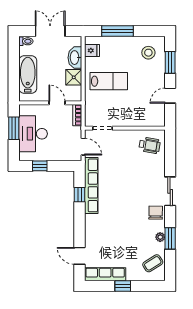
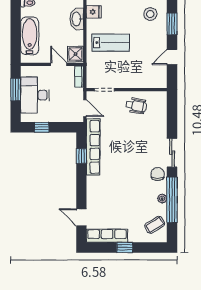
shower: (74, 77) -> (76, 54), moved
wheelchair: (150, 145) -> (136, 106), moved
window: (170, 238) -> (172, 200), width x2.11

